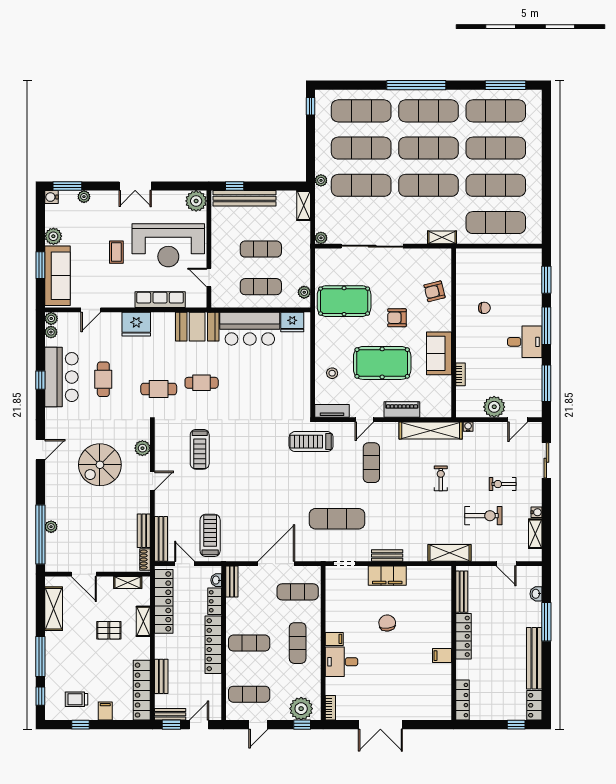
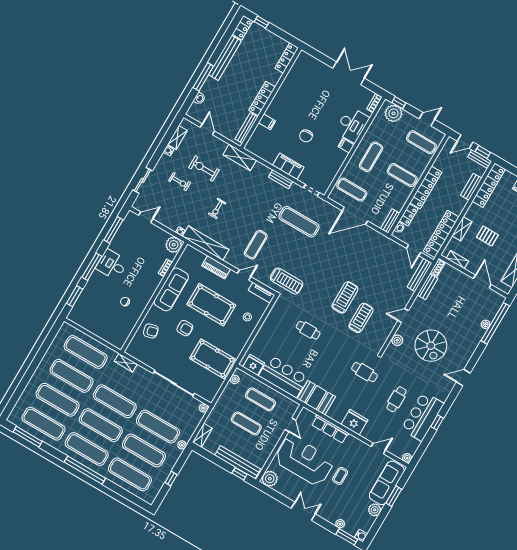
window: (310, 106) -> (171, 479), moved
plant: (51, 332) -> (412, 449), removed
sofa: (439, 353) -> (171, 289), width x1.36
cafe table: (202, 383) -> (308, 330), moved
plant: (494, 407) -> (174, 245), moved
spiral stairs: (100, 465) -> (431, 346), turned 90
treadmill: (210, 535) -> (345, 297), moved, turned 180
filing cabinet: (442, 656) -> (267, 122), moved
desk: (341, 662) -> (352, 125), width x1.37

